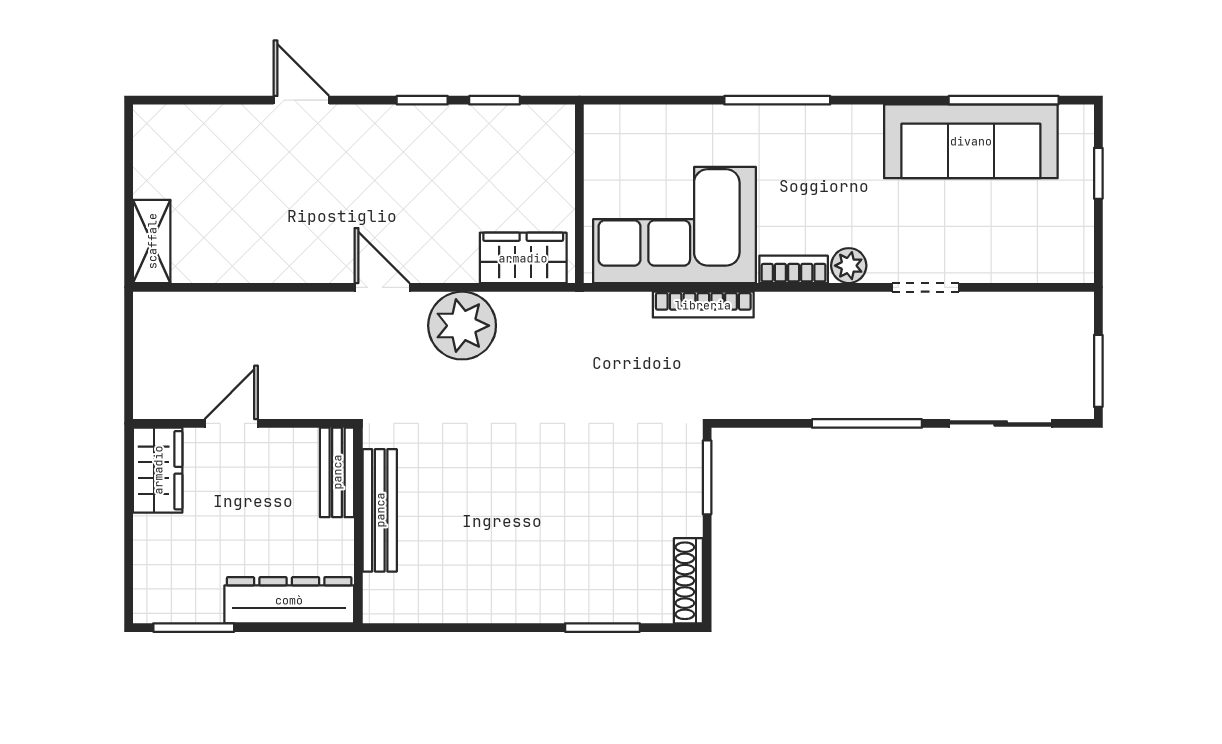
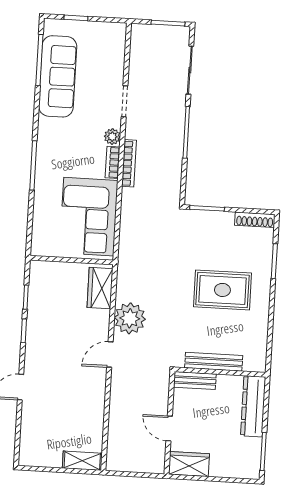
bookcase: (703, 305) -> (129, 163), moved
rug: (534, 520) -> (222, 290), added

